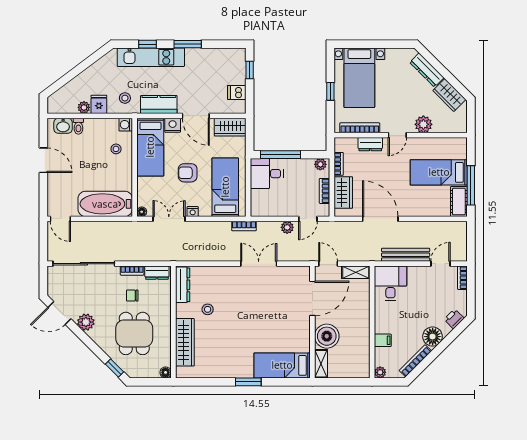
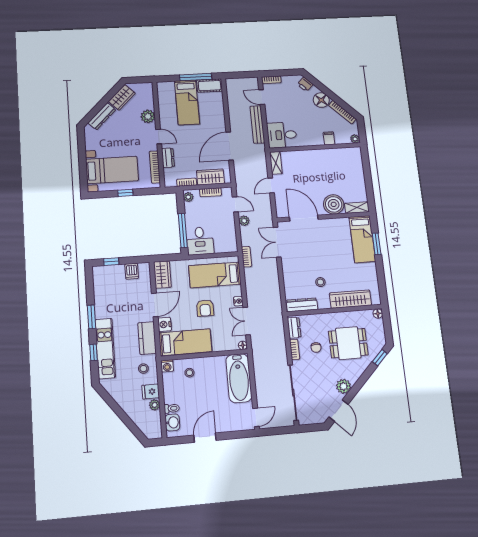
door: (312, 298) -> (304, 218), moved
wall: (312, 322) -> (323, 217), moved
boiler: (327, 336) -> (334, 204), moved
shelving: (321, 364) -> (357, 208), moved
bed: (282, 365) -> (362, 239), moved

